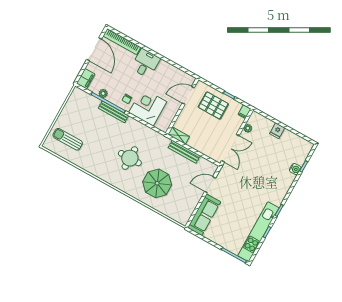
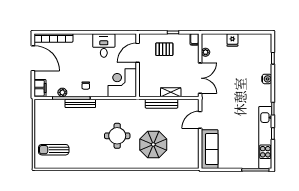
desk: (145, 63) -> (104, 45), moved
pallet: (213, 105) -> (164, 49), width x0.67, depth x0.71
corner desk: (148, 107) -> (122, 83), moved
shelving: (179, 136) -> (171, 92), moved
water cooler: (295, 169) -> (267, 79), moved

